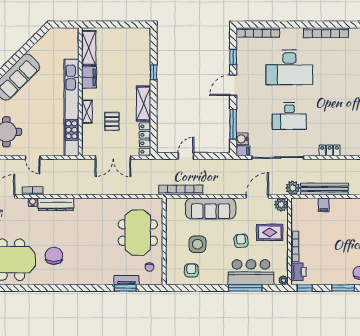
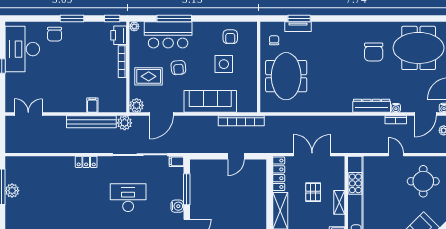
water cooler: (242, 139) -> (177, 206), moved

